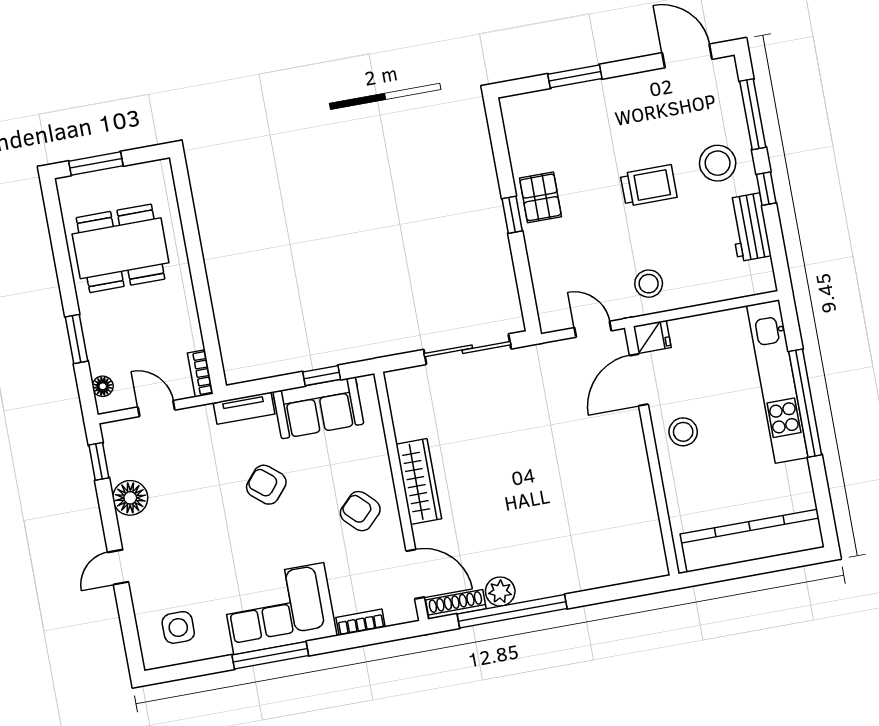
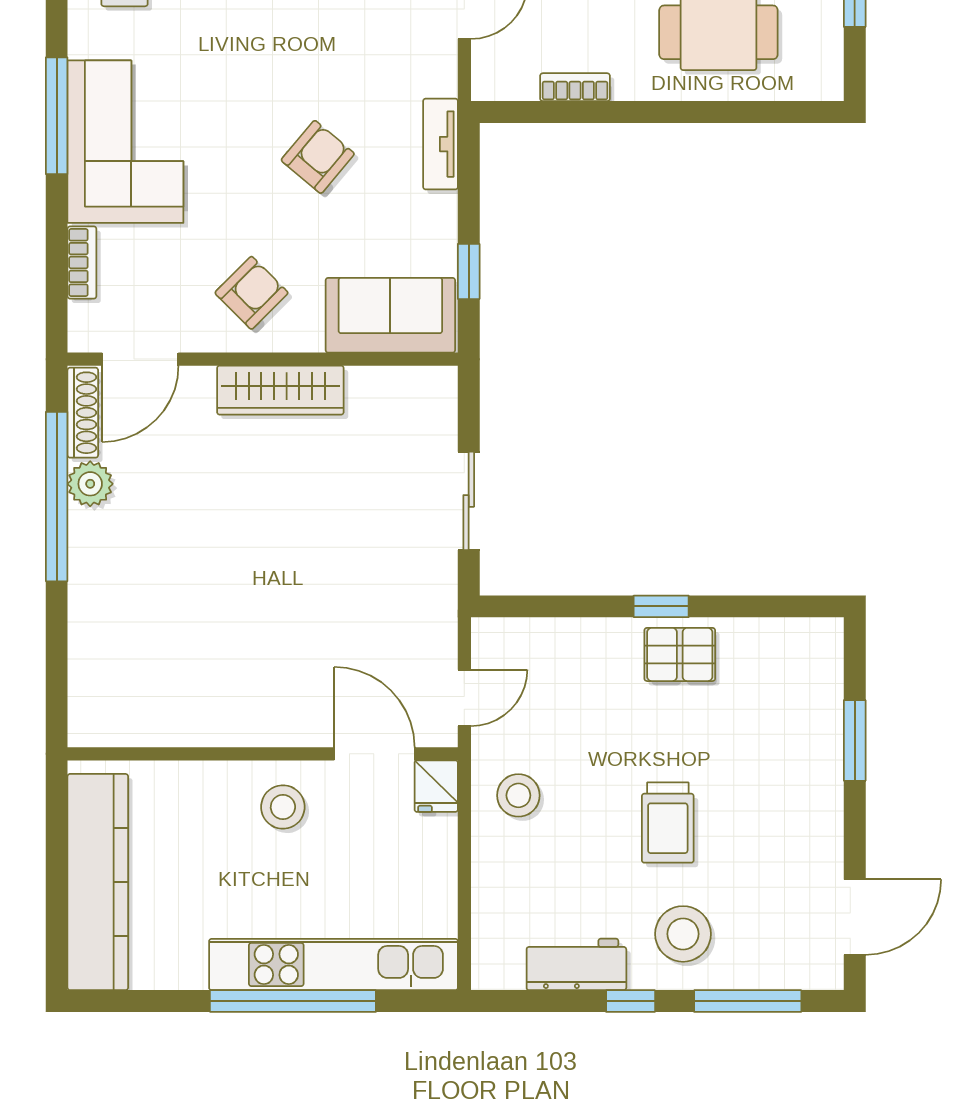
sliding door: (467, 349) -> (469, 501), width x0.73
bookcase: (200, 373) -> (575, 87), moved
sofa: (318, 408) -> (390, 315), moved, turned 90

